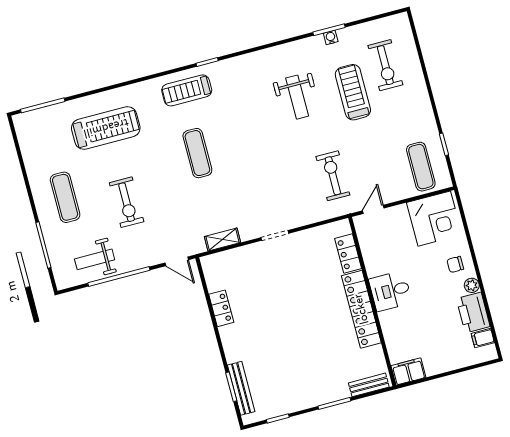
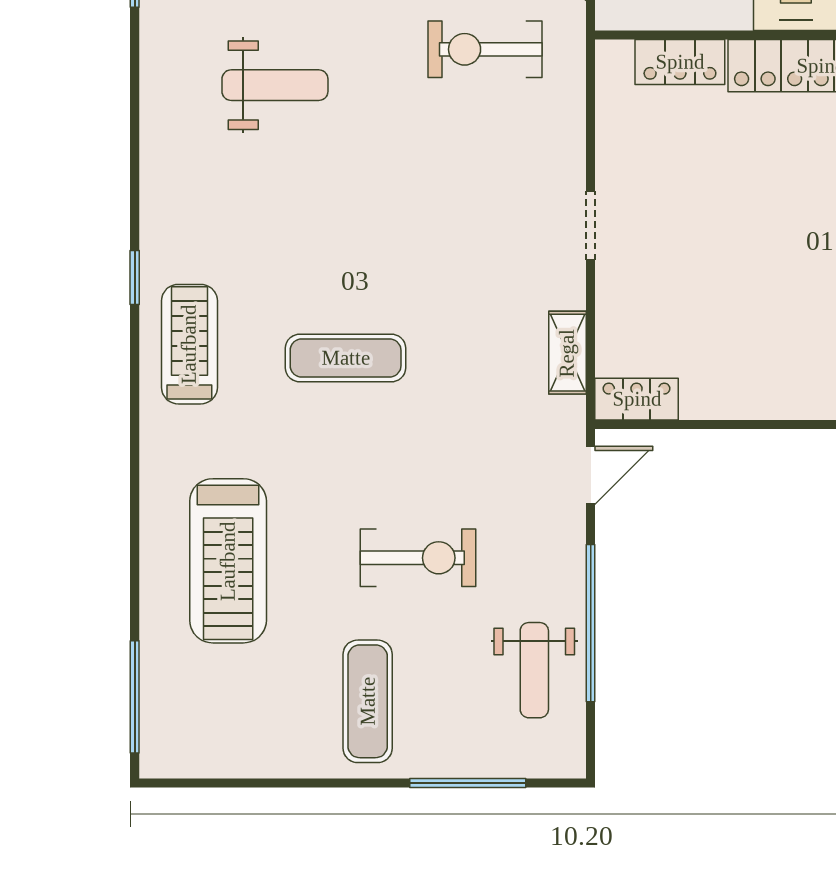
treadmill: (187, 90) -> (189, 344), turned 180
treadmill: (106, 128) -> (228, 561), turned 180
exercise mat: (65, 197) -> (368, 701), turned 90
locker: (221, 308) -> (637, 399), moved

